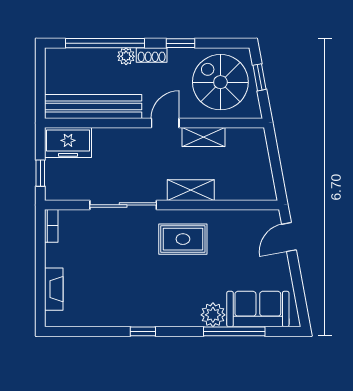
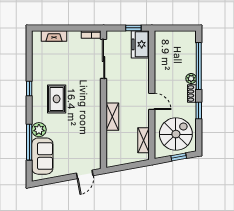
bench: (93, 106) -> (162, 59), removed
shelving: (204, 137) -> (144, 140), moved
window: (40, 173) -> (133, 28), moved
sliding door: (123, 205) -> (104, 59), moved
door: (289, 237) -> (85, 174), swing flipped
rug: (183, 239) -> (57, 99), moved

